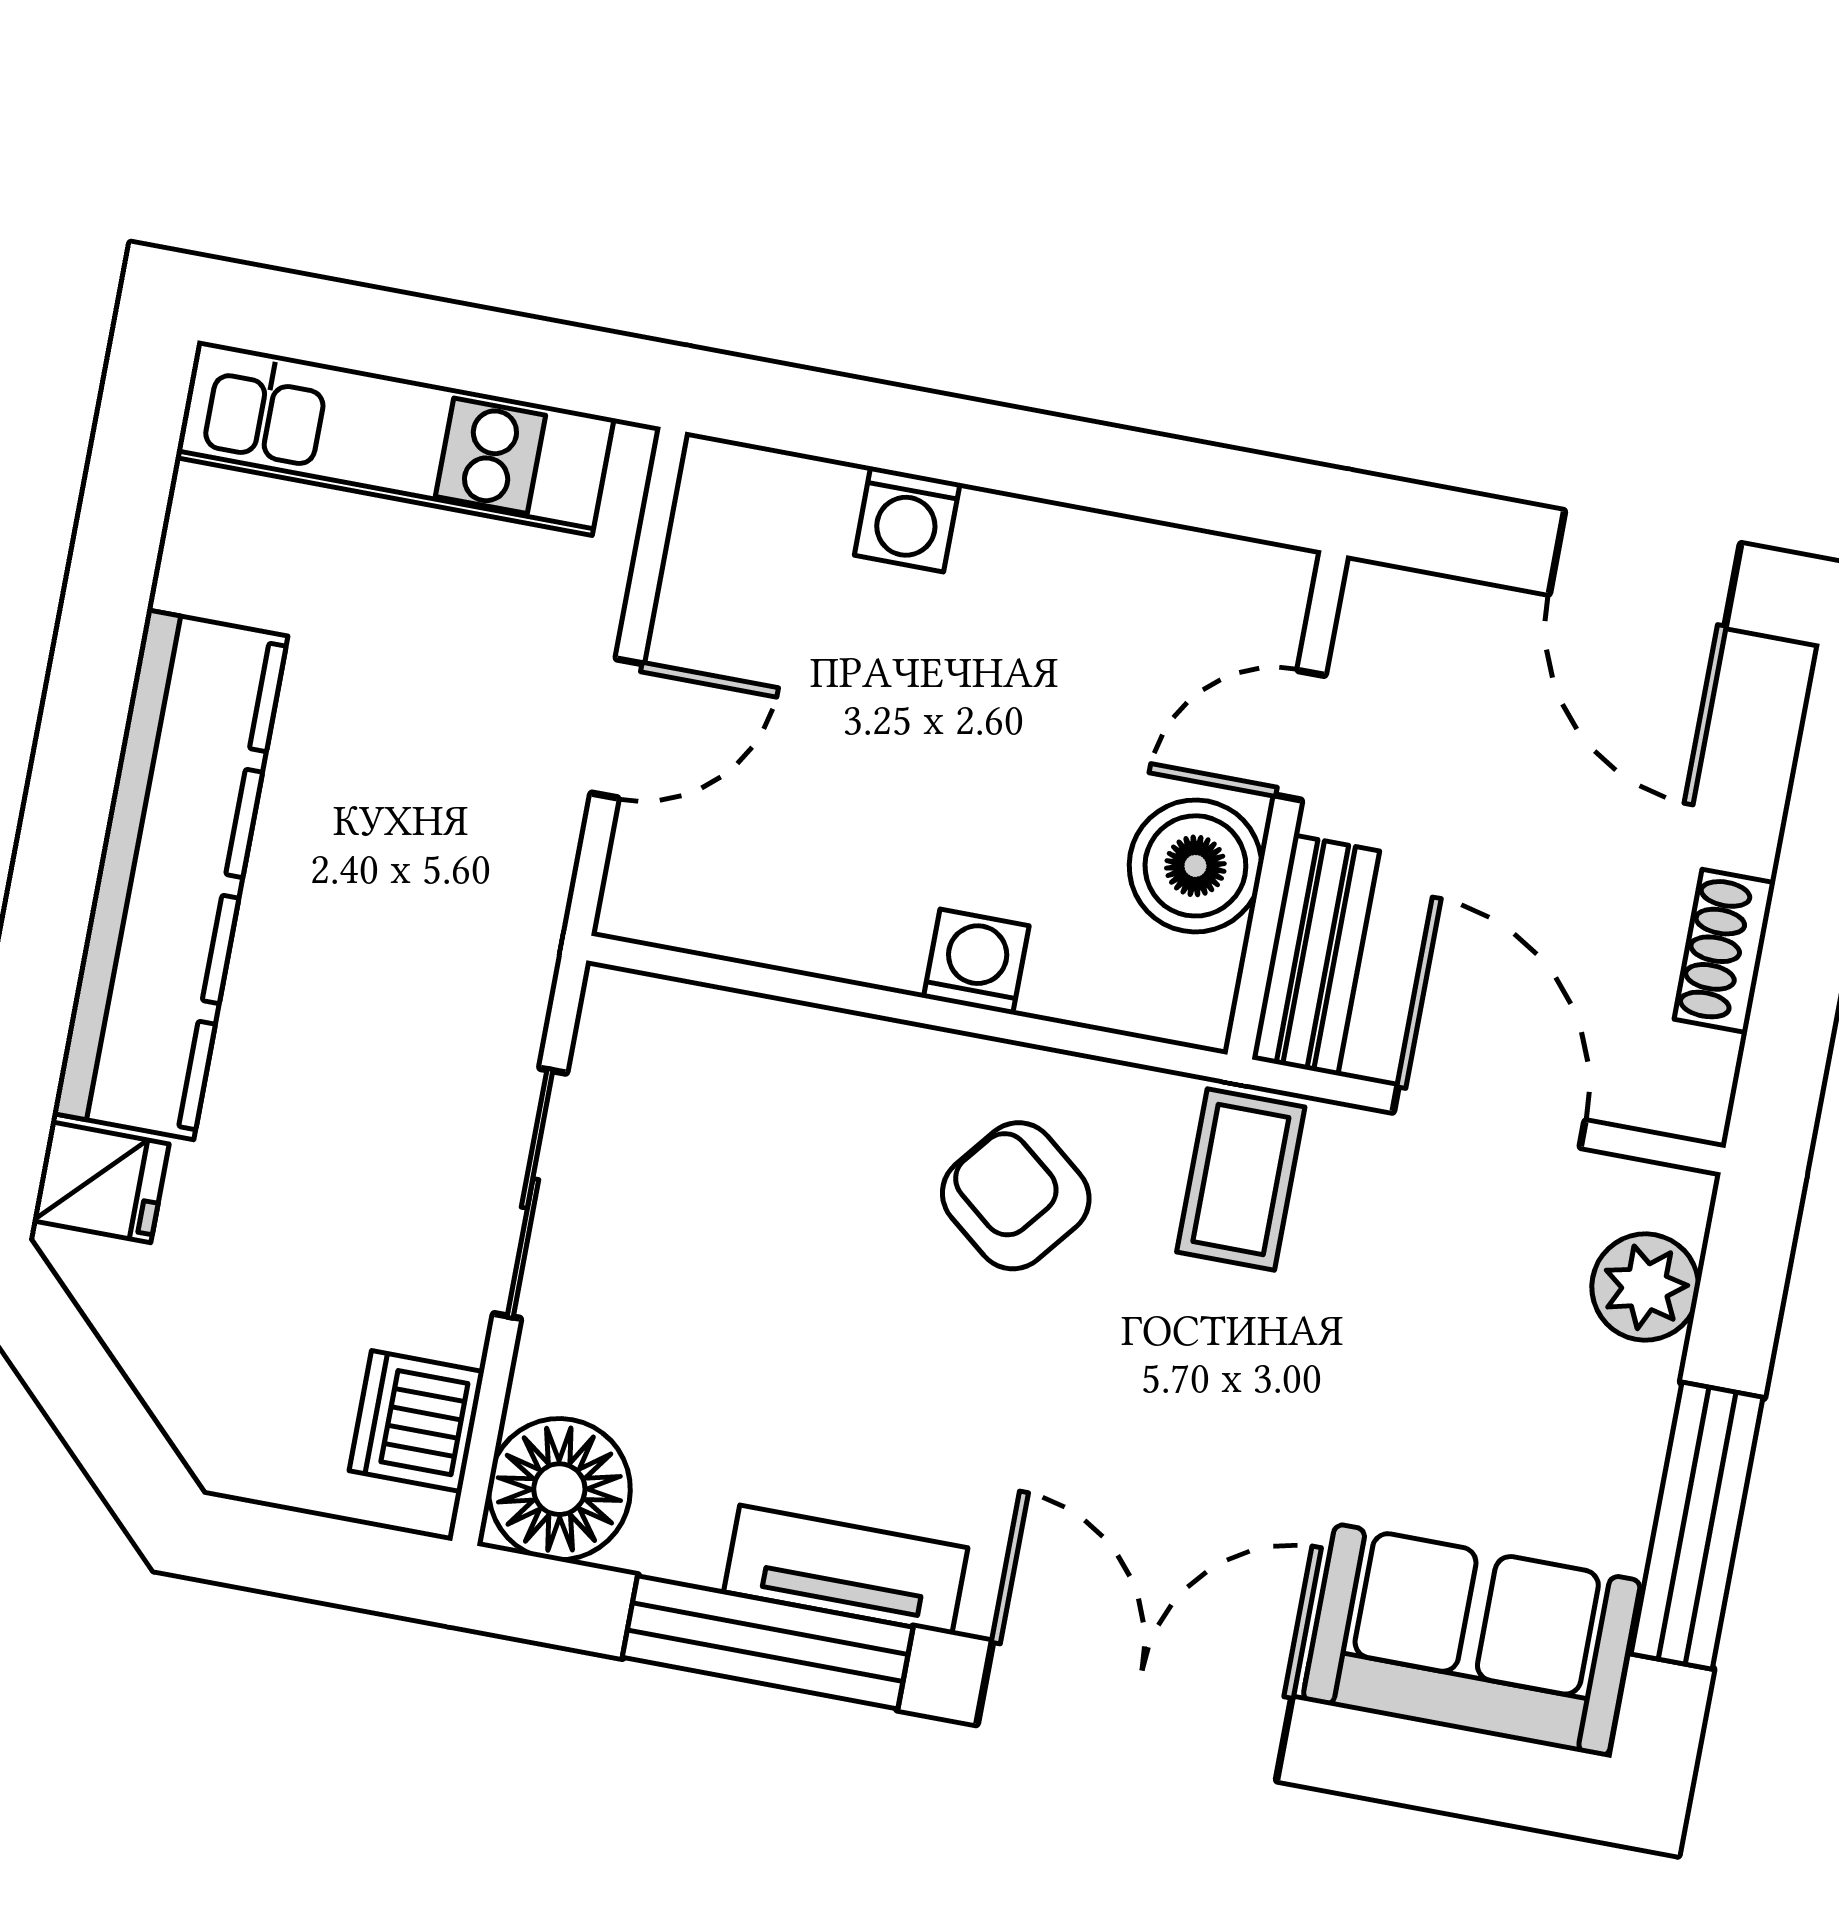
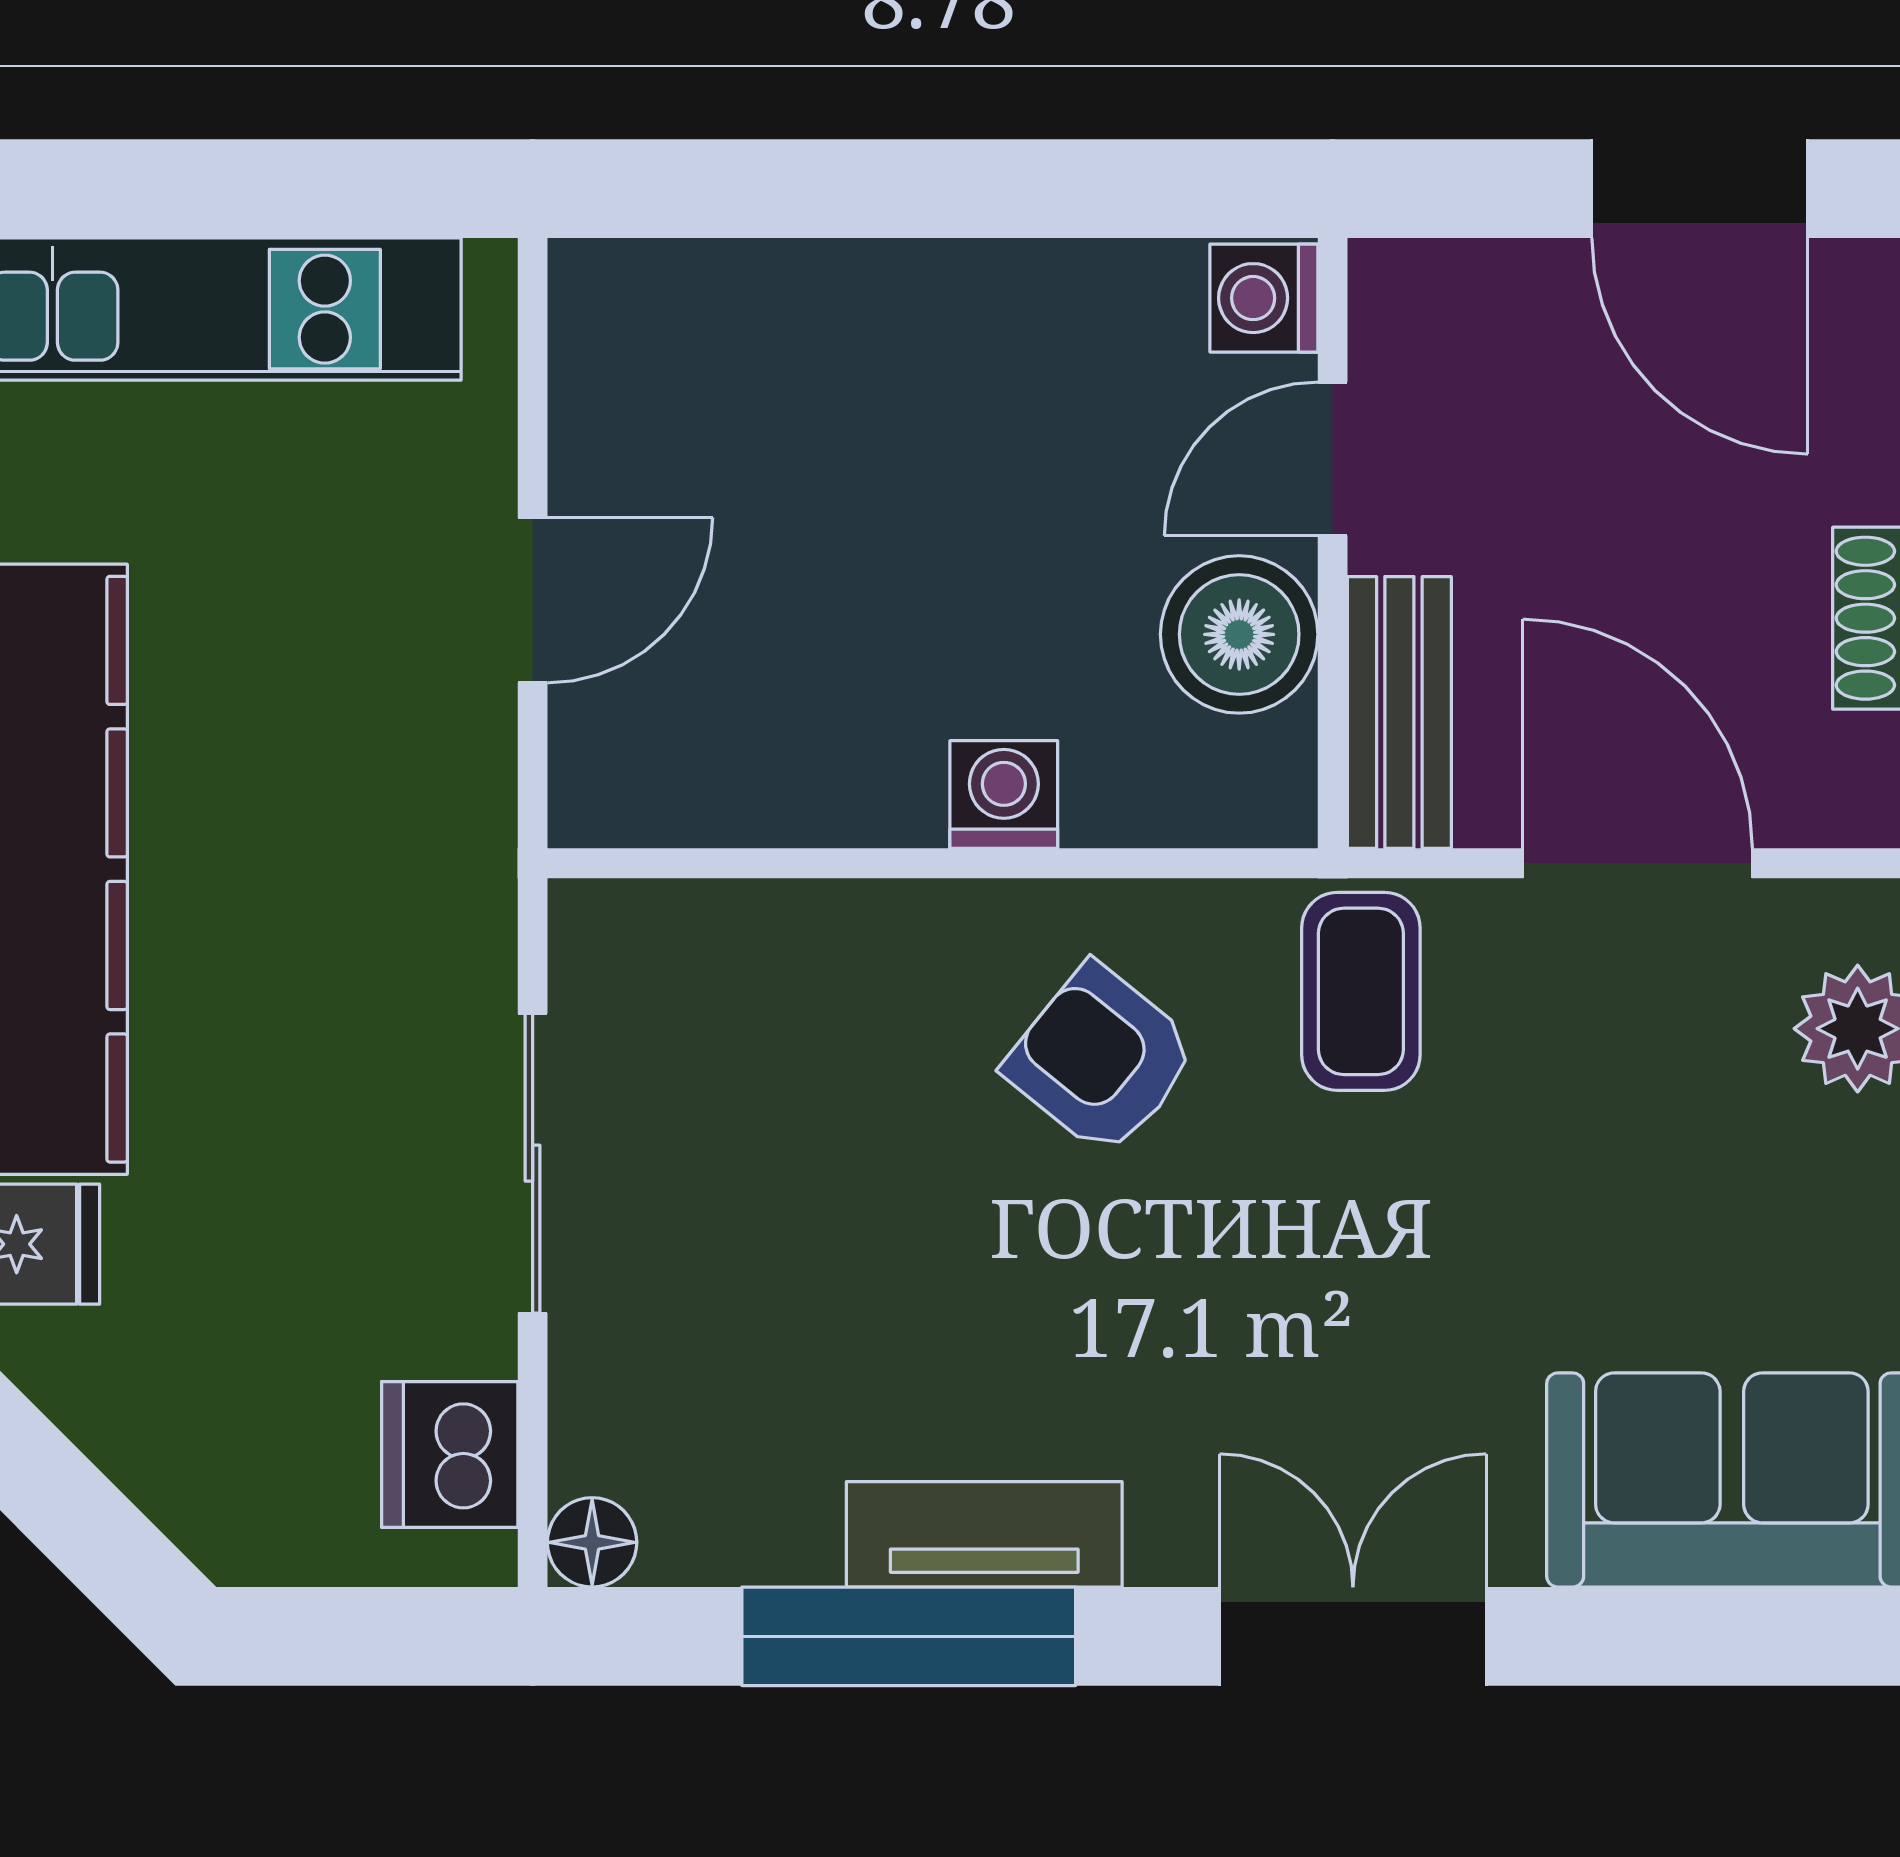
washing machine: (907, 519) -> (1264, 298), moved, turned 90
floor lamp: (559, 1489) -> (592, 1542), width x0.53, depth x0.53
double door: (1135, 1711) -> (1353, 1636), width x0.73

